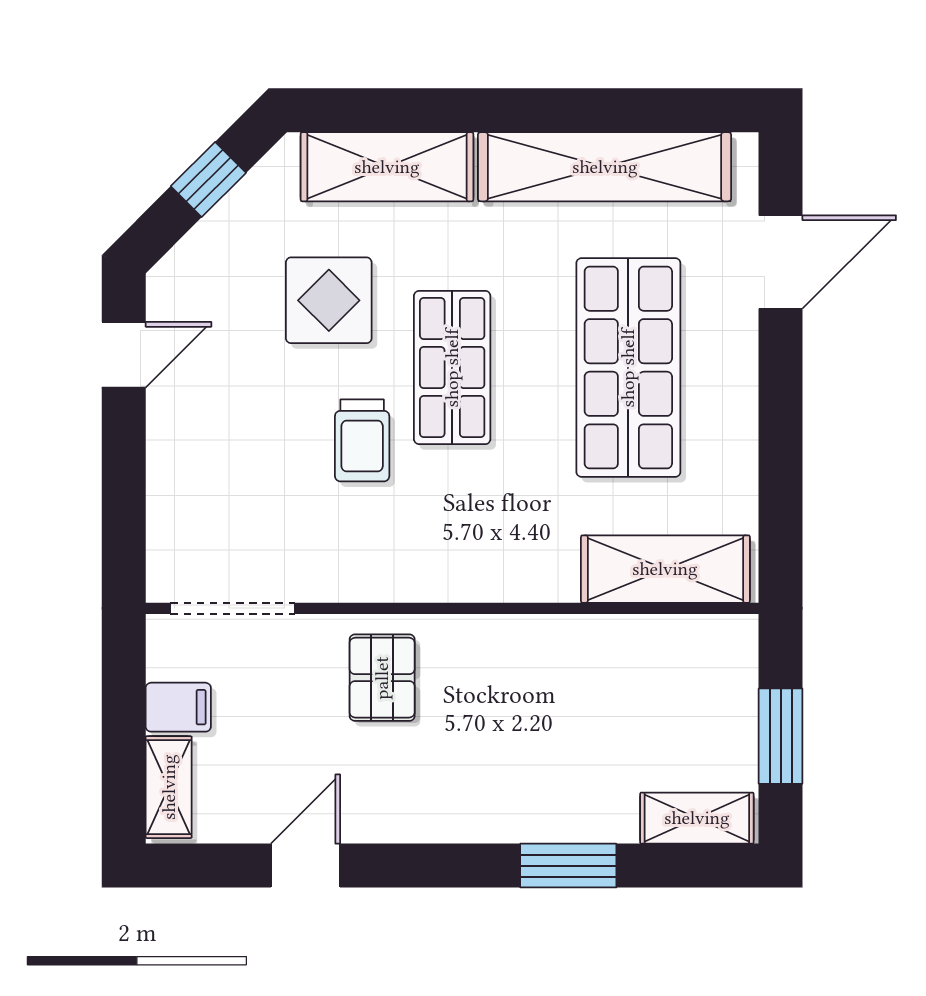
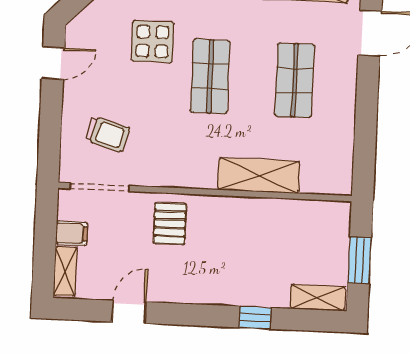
shop shelf: (628, 368) -> (295, 80), width x0.70, depth x0.74
trolley: (362, 440) -> (107, 134), moved, turned -75
shelving: (665, 569) -> (259, 175), moved
window: (568, 866) -> (255, 318), width x0.67

